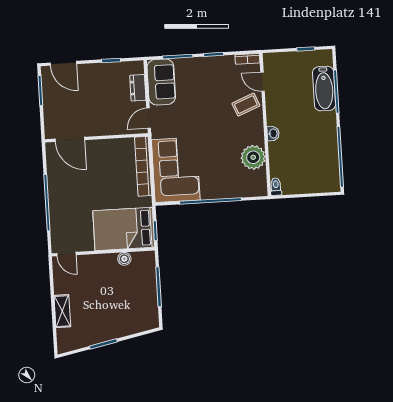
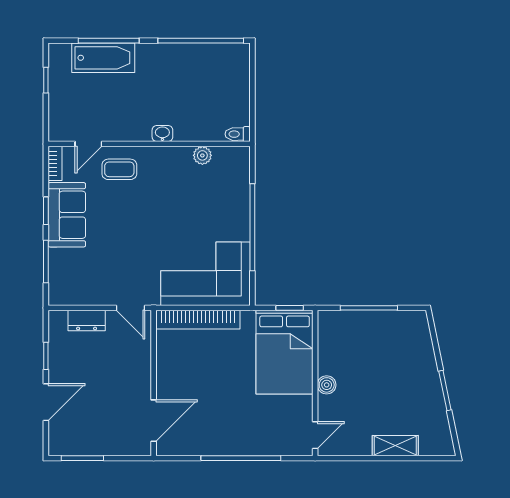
door: (63, 63) -> (46, 402), moved
sofa: (161, 82) -> (67, 215), moved, turned 90
coffee table: (246, 105) -> (119, 169), turned -68
plant: (253, 157) -> (202, 155), width x0.53, depth x0.53
boiler: (124, 259) -> (327, 385), moved

